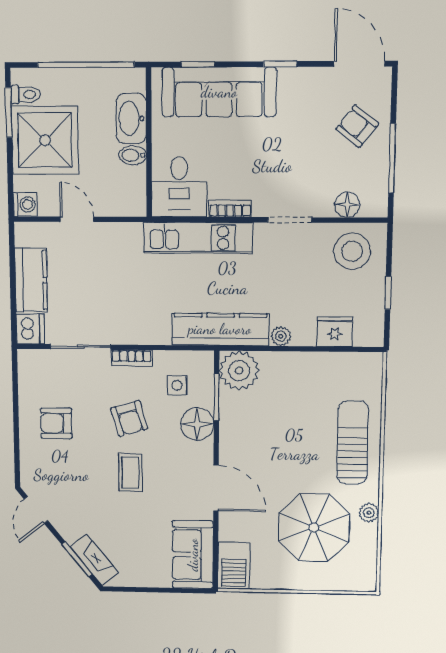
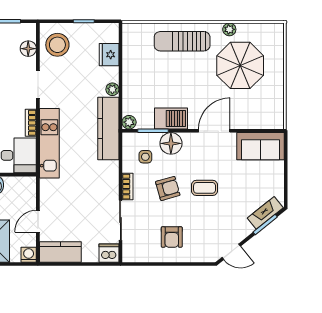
kitchen counter: (31, 280) -> (60, 252), moved
plant: (239, 371) -> (129, 122), width x0.53, depth x0.53
barbecue: (234, 566) -> (171, 118), moved

